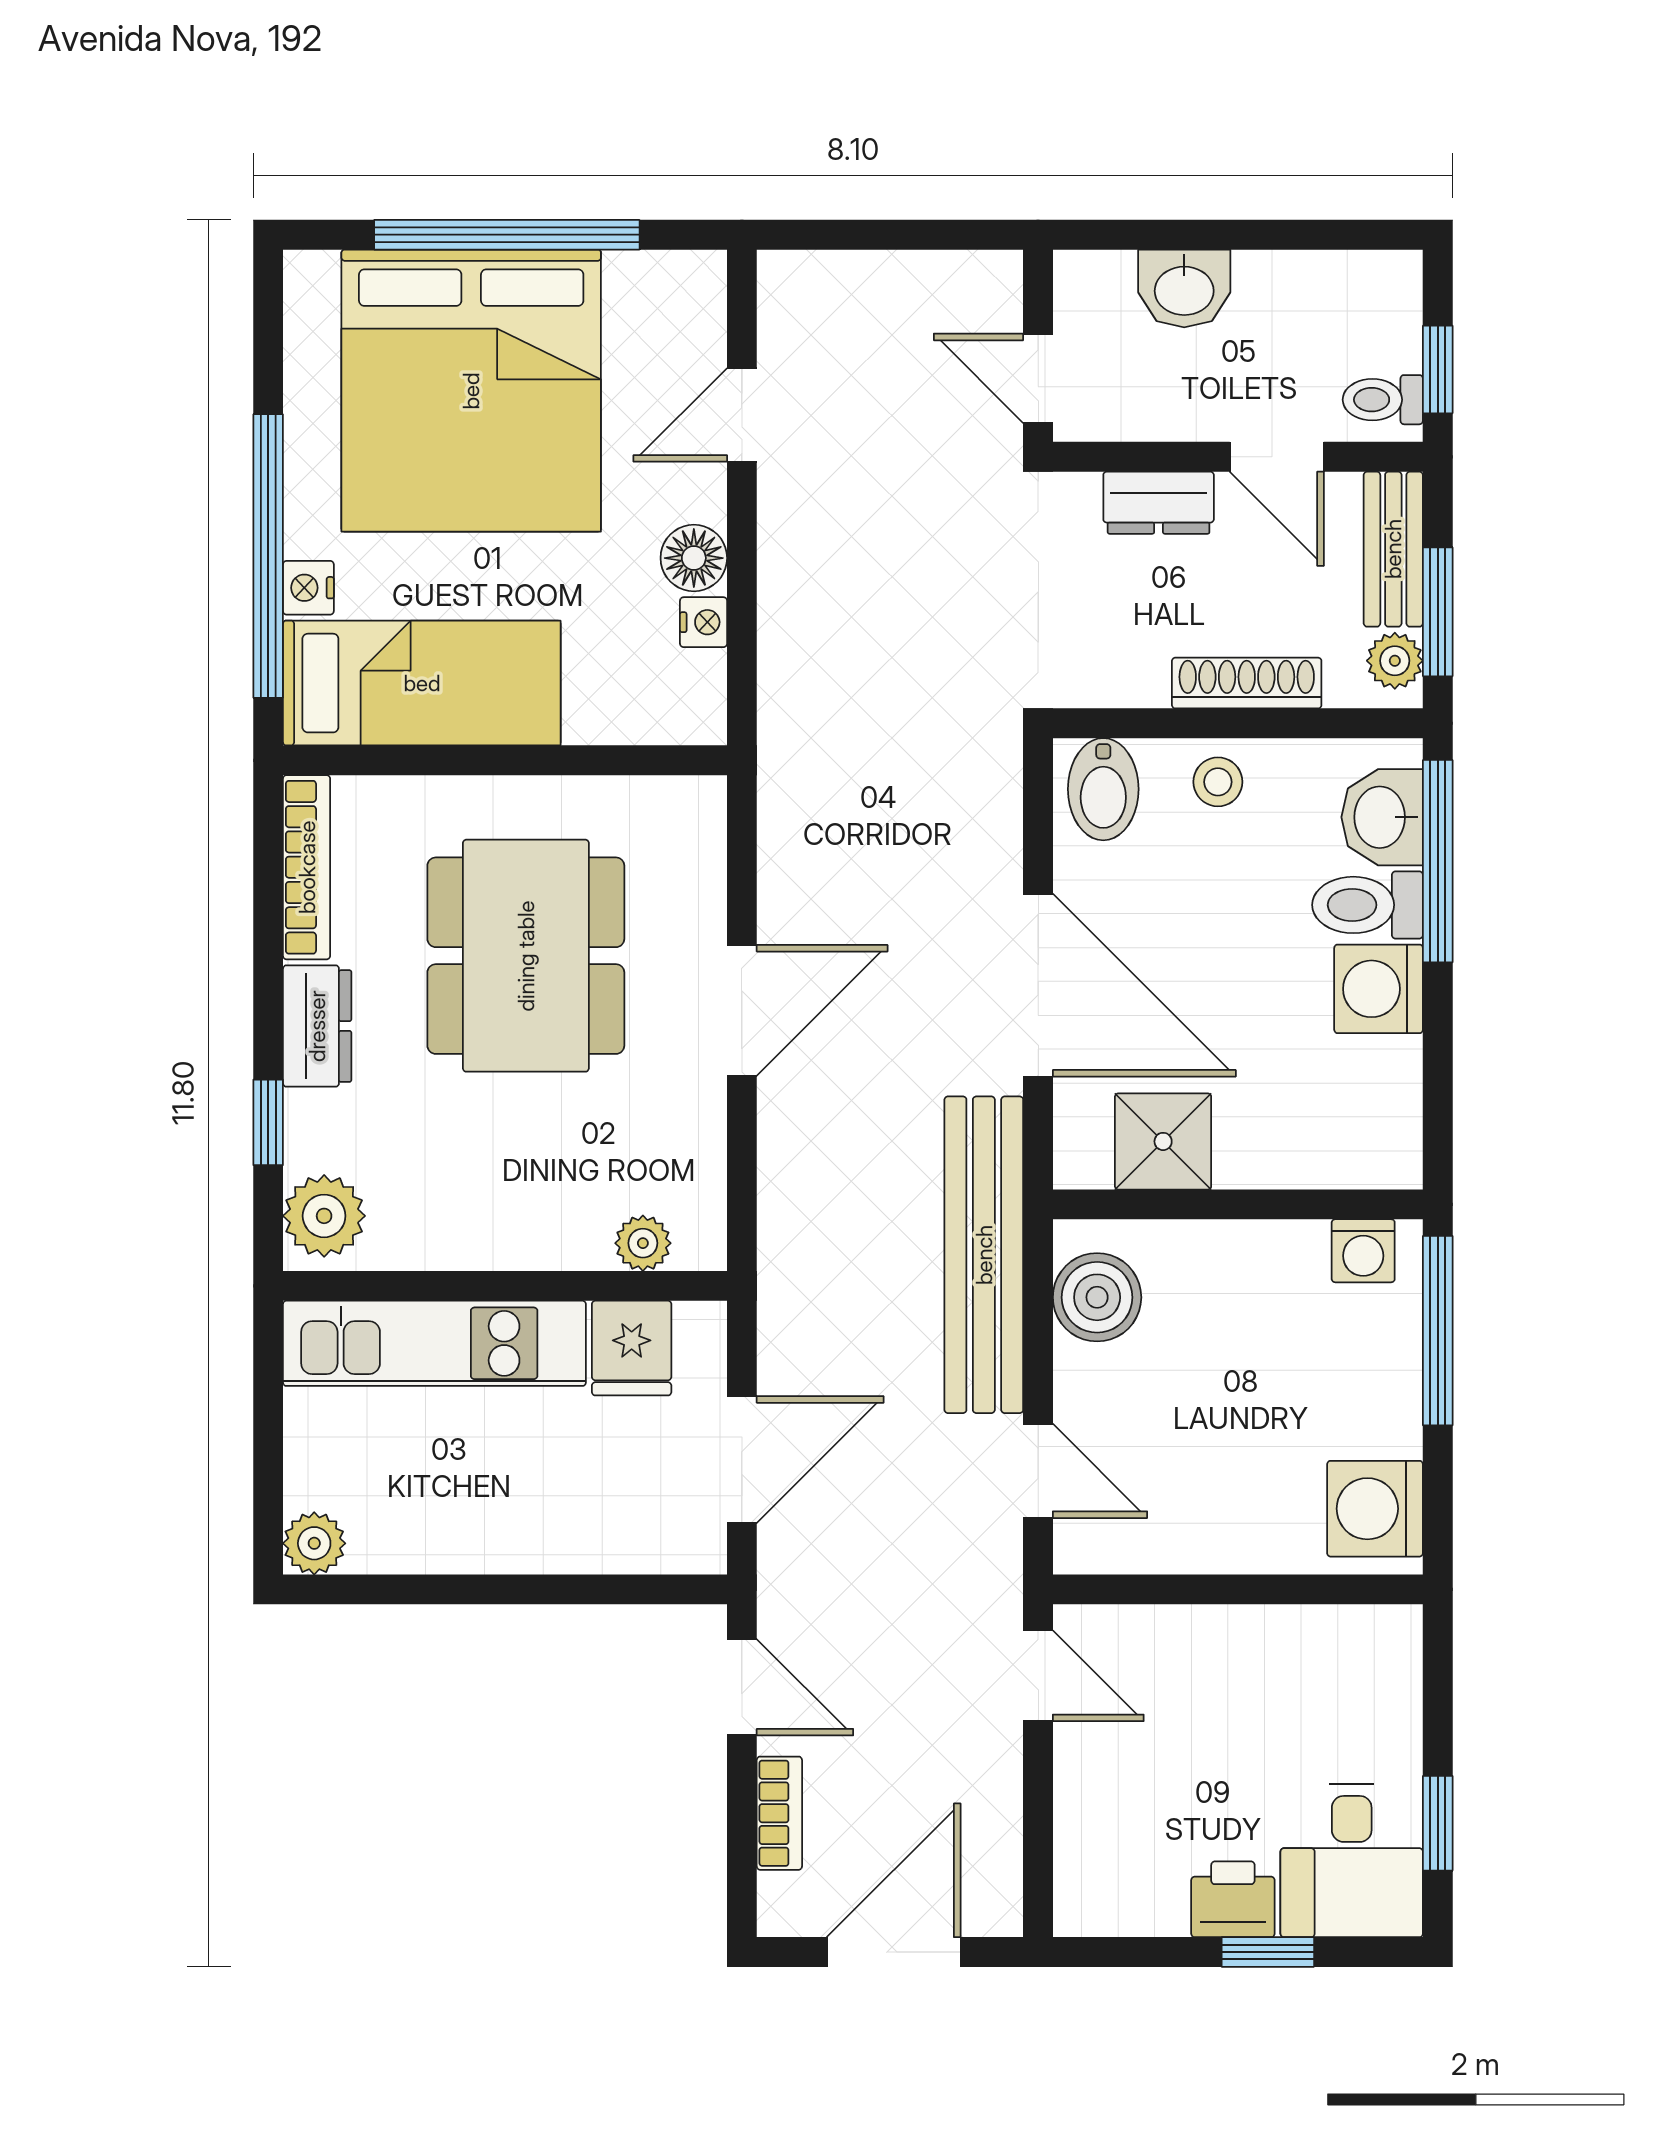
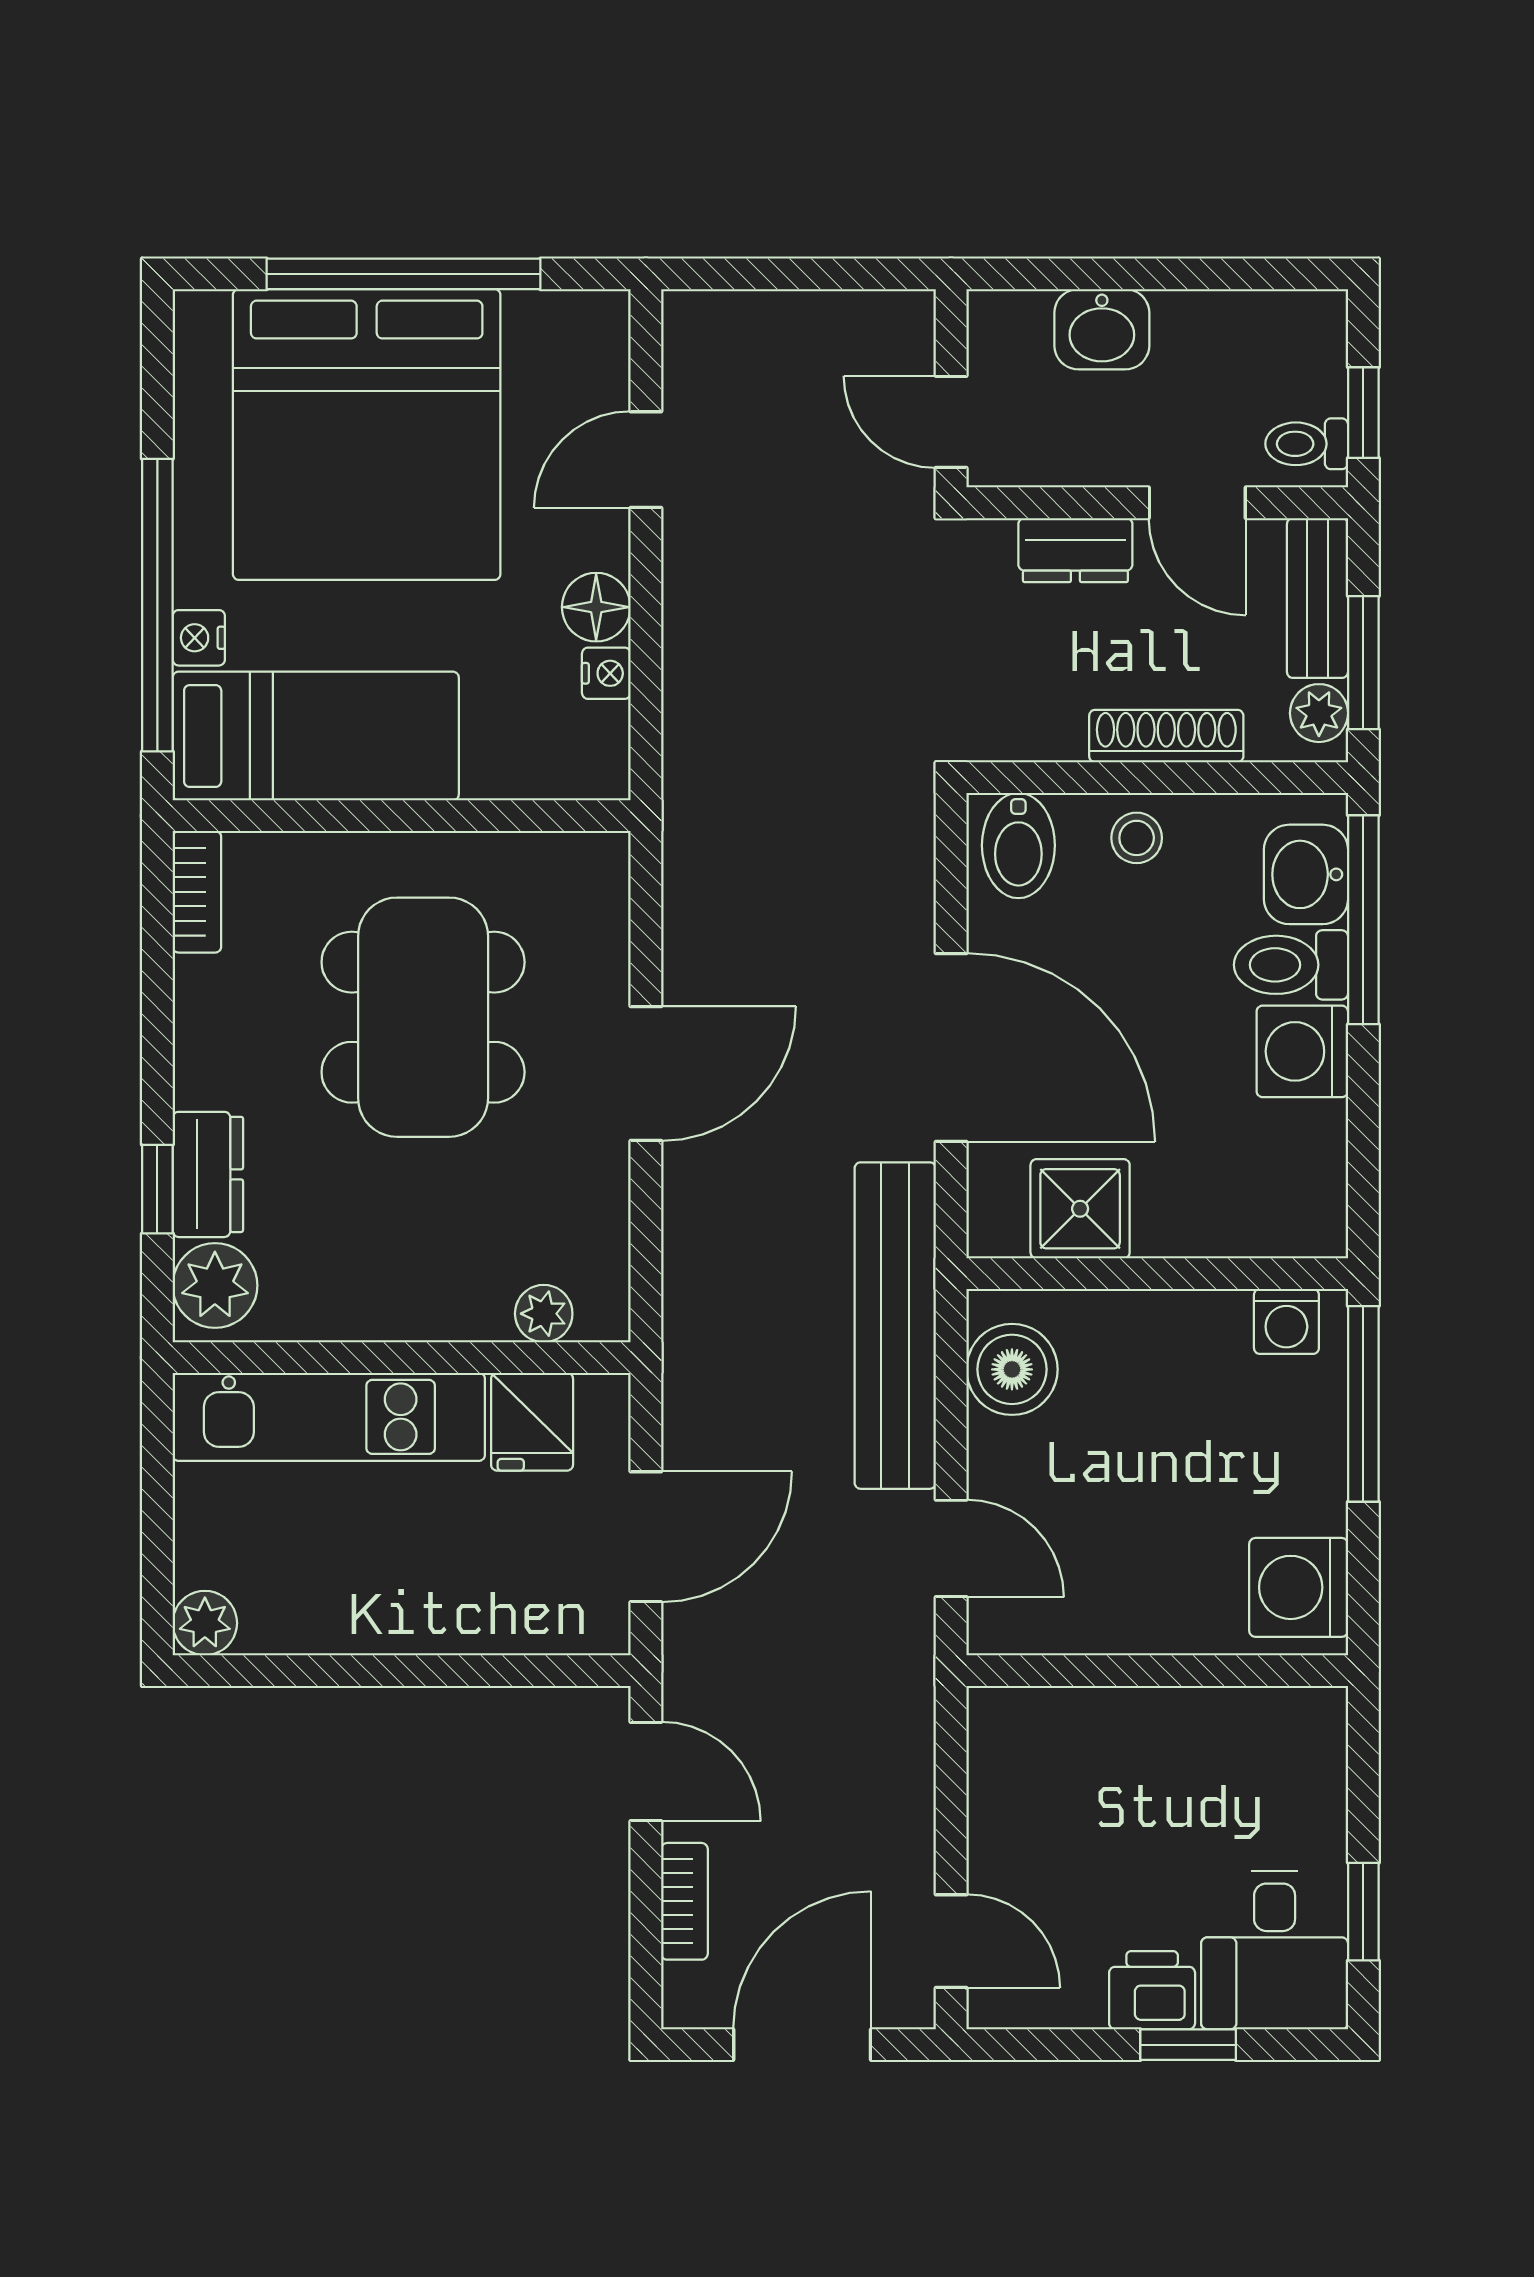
bookcase: (307, 867) -> (197, 892), width x0.64
dresser: (317, 1026) -> (208, 1174), moved
door: (1038, 1676) -> (951, 1941), moved

